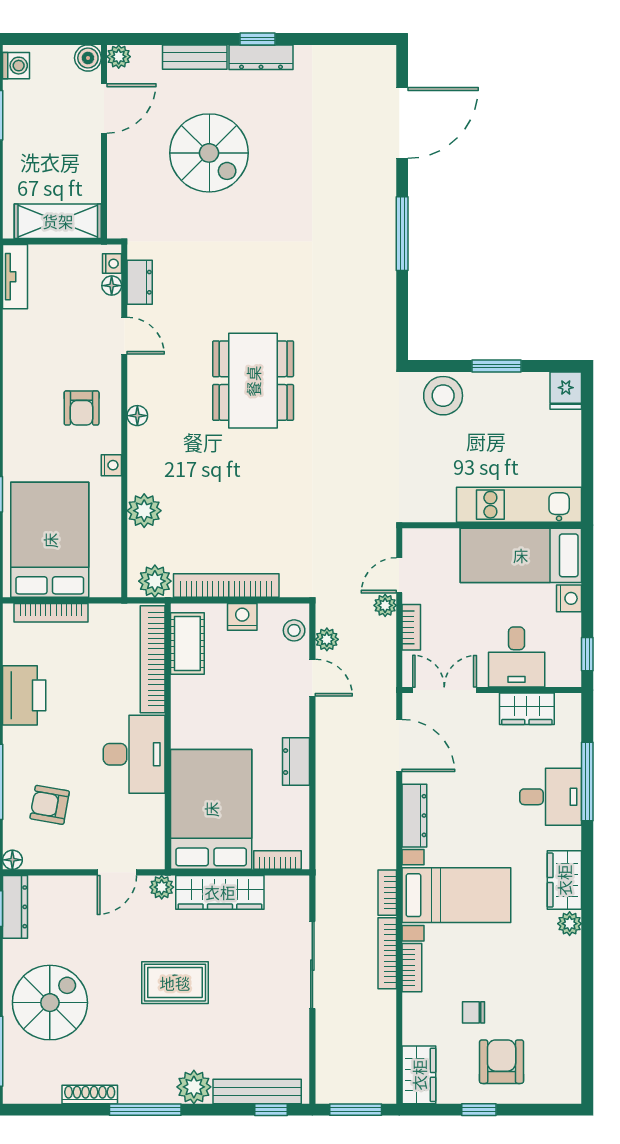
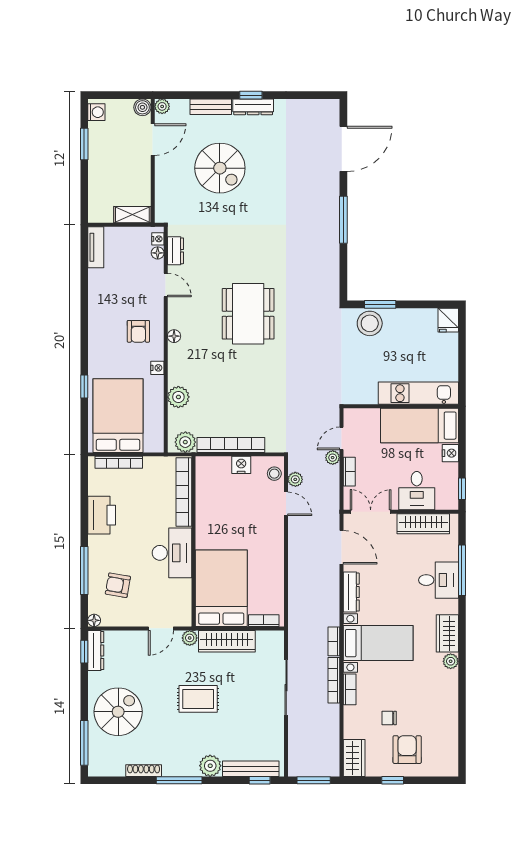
shelving: (58, 221) -> (132, 215), width x0.67, depth x0.75
window: (496, 366) -> (380, 304), moved
cot: (187, 644) -> (206, 482), removed
wardrobe: (527, 709) -> (423, 524), width x1.50
dresser: (296, 762) -> (276, 558), removed

